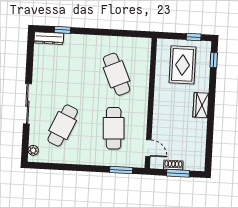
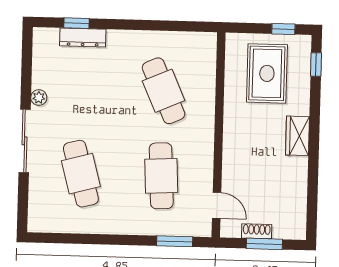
dresser: (49, 38) -> (83, 37), moved
cafe table: (63, 125) -> (81, 174), turned -39
plant: (33, 150) -> (39, 98), moved

